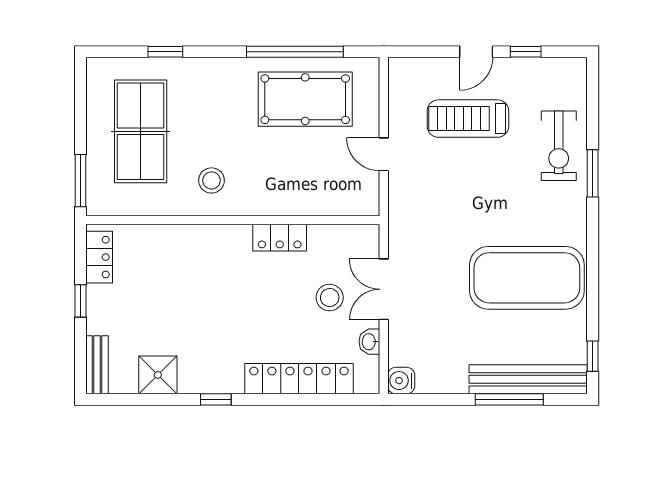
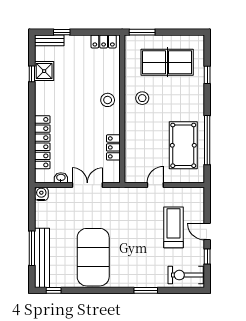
exercise bike: (559, 146) -> (186, 275), moved
locker: (280, 238) -> (113, 147), moved
stool: (330, 298) -> (108, 100), moved
window: (81, 301) -> (62, 32), moved
window: (216, 399) -> (32, 74), moved

